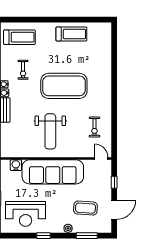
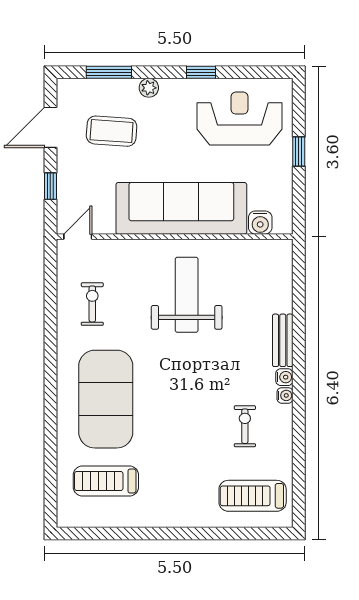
treadmill: (71, 34) -> (106, 481), moved
exercise mat: (64, 86) -> (106, 399), moved, turned 90
door: (101, 159) -> (78, 237), swing flipped

